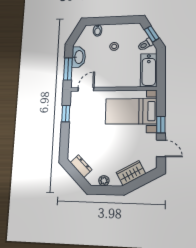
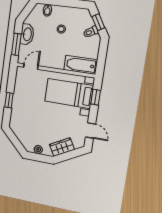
bathtub: (149, 70) -> (81, 65), moved, turned 90
window: (66, 114) -> (9, 100), moved
window: (161, 125) -> (96, 97), moved
dresser: (81, 166) -> (20, 134), removed

